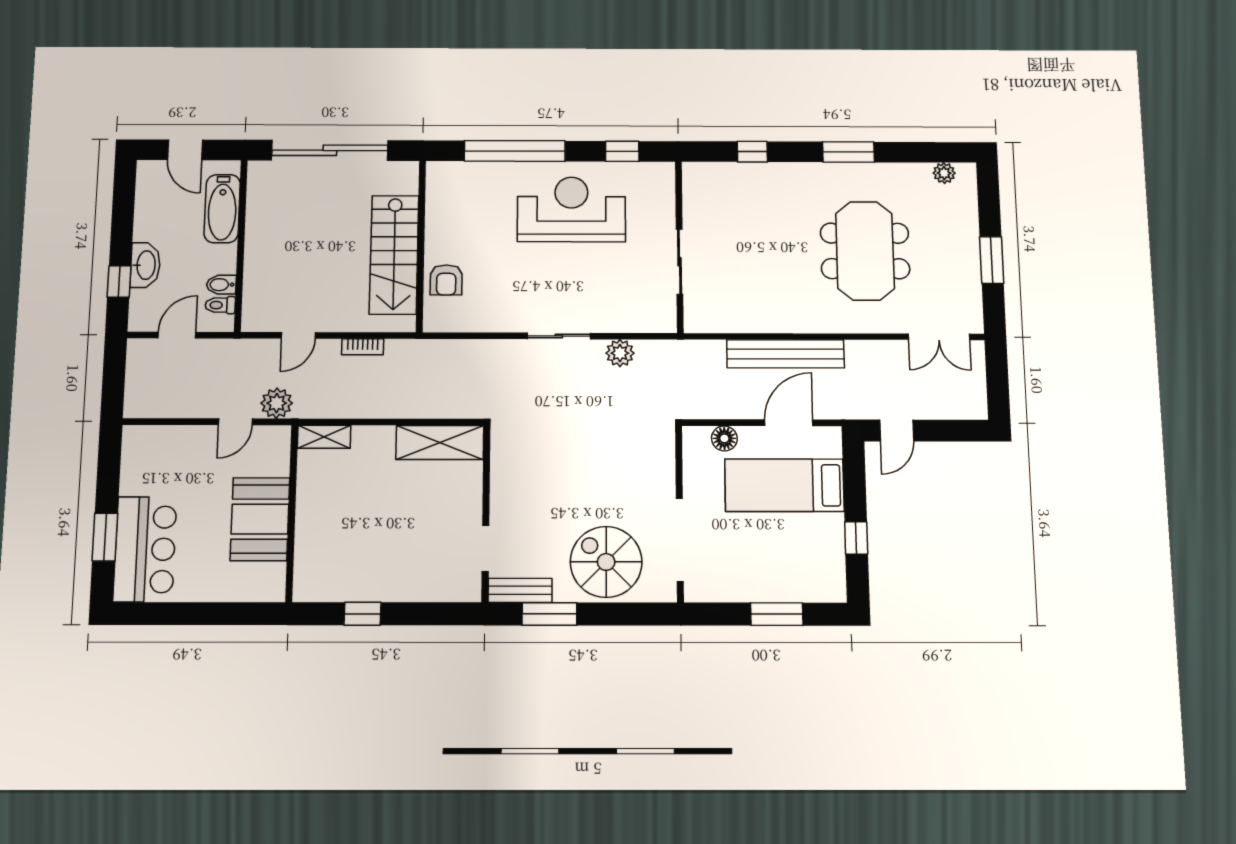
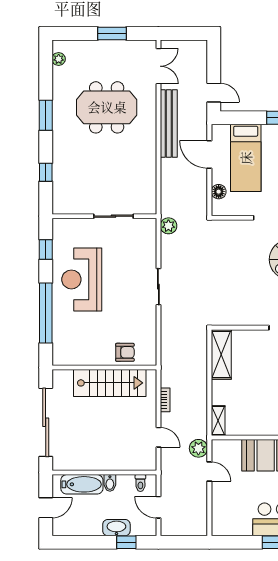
bidet: (221, 285) -> (110, 483), moved
plant: (620, 353) -> (168, 226), moved
bench: (785, 354) -> (169, 124), moved

